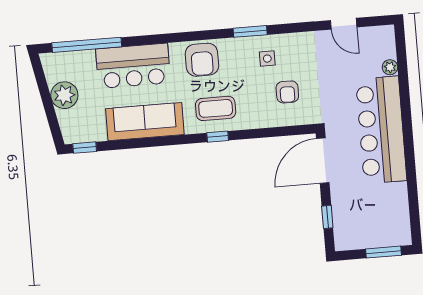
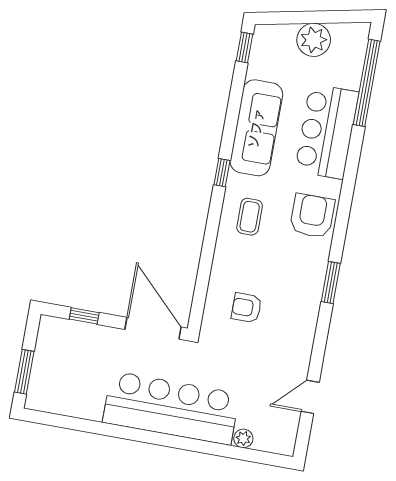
side table: (267, 59) -> (293, 294), removed
armchair: (202, 60) -> (312, 216), turned 90
coffee table: (216, 108) -> (250, 217), width x0.73, depth x0.77
window: (218, 137) -> (222, 173), moved

